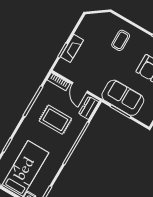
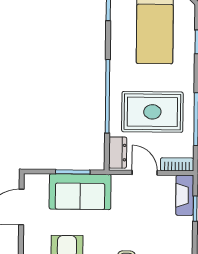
fireplace: (72, 48) -> (185, 195), moved
rug: (55, 120) -> (152, 112), width x1.36, depth x1.43

